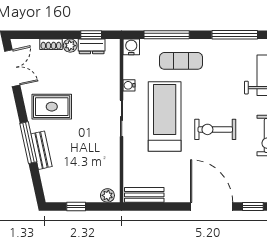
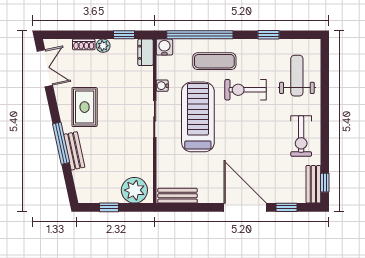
window: (167, 35) -> (200, 35), width x1.46
window: (235, 35) -> (268, 35), width x0.46
dresser: (92, 46) -> (145, 52), moved, turned 90
rug: (52, 107) -> (85, 107), turned 90
exercise bike: (215, 129) -> (246, 90), moved
plant: (107, 195) -> (134, 190), width x1.88, depth x1.88

